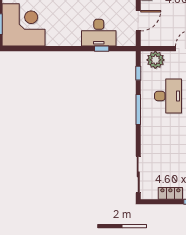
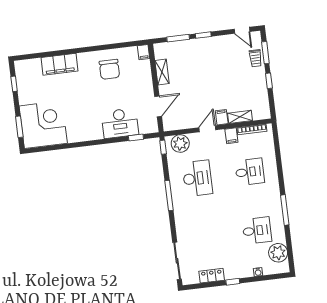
window: (102, 49) -> (136, 138), moved
window: (138, 73) -> (163, 147), moved

